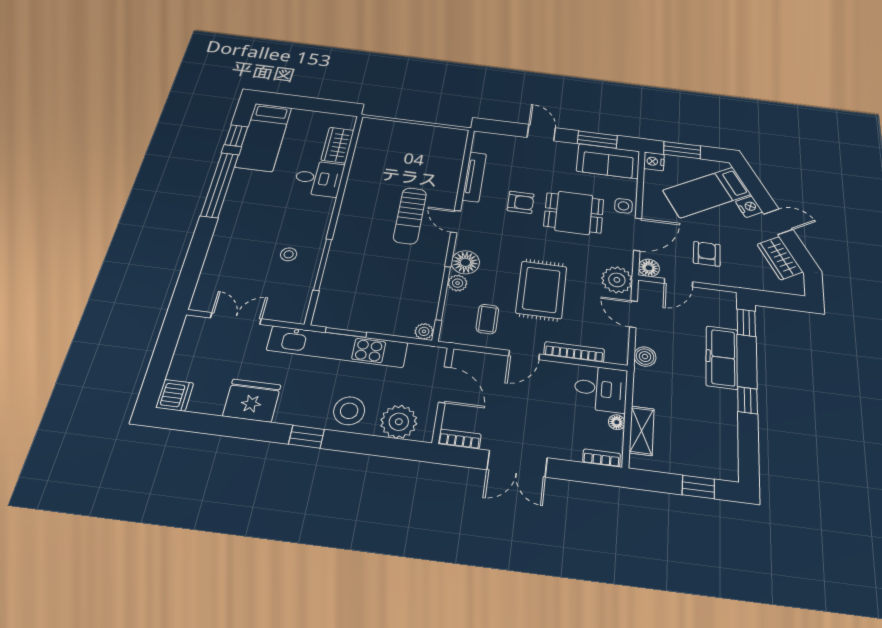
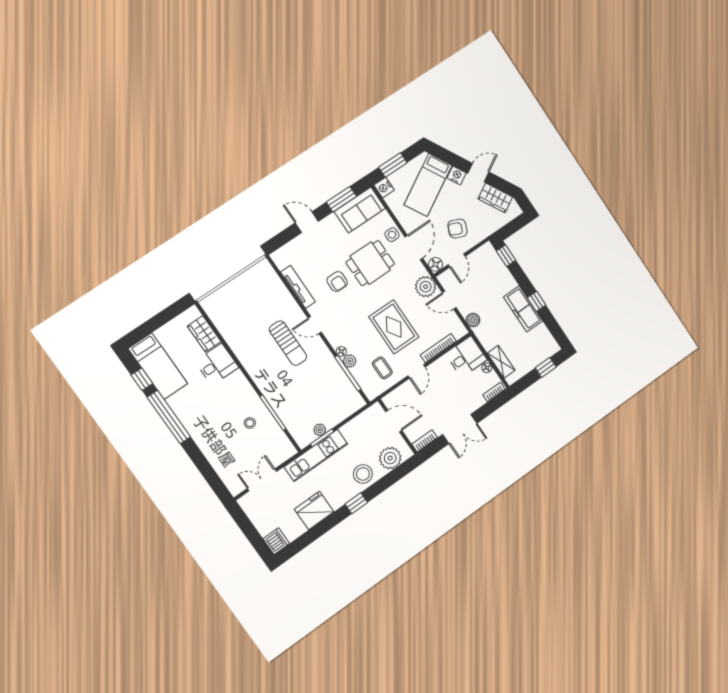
armchair: (521, 202) -> (337, 282), turned 90
armchair: (707, 254) -> (457, 229), turned -67
floor lamp: (465, 262) -> (341, 351), width x0.53, depth x0.53
plant: (424, 331) -> (320, 430), moved
kitchen unit: (337, 347) -> (316, 455), width x0.73
freezer: (722, 357) -> (523, 309), moved

